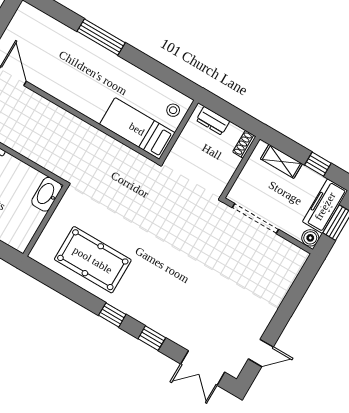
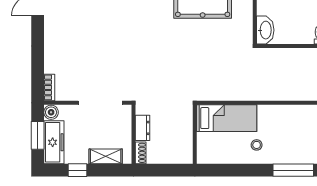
stool: (173, 110) -> (257, 145), moved
dresser: (213, 121) -> (142, 128), moved, turned 90
bookcase: (297, 264) -> (49, 87), added

